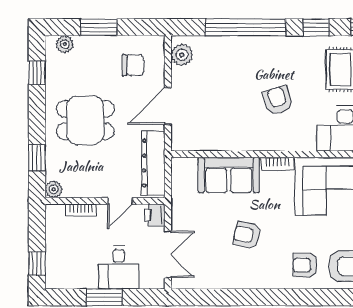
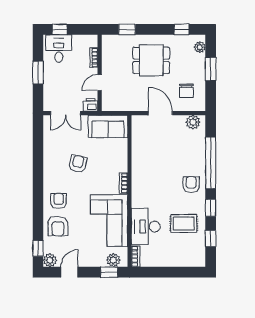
armchair: (278, 100) -> (191, 185), moved, turned -73
dining table: (85, 120) -> (151, 60), turned 90
dresser: (153, 163) -> (124, 104), removed
sofa: (229, 175) -> (108, 126), moved, turned -90
plant: (54, 189) -> (107, 40), removed
door: (120, 201) -> (100, 83), hinge flipped
desk: (119, 268) -> (59, 48), moved, turned 90

